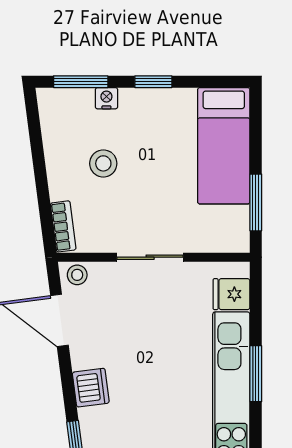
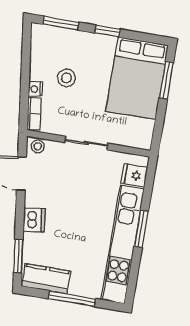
nightstand: (106, 98) -> (35, 89), moved, turned -97
bed: (224, 146) -> (137, 78), width x1.50
window: (256, 202) -> (166, 80), moved

